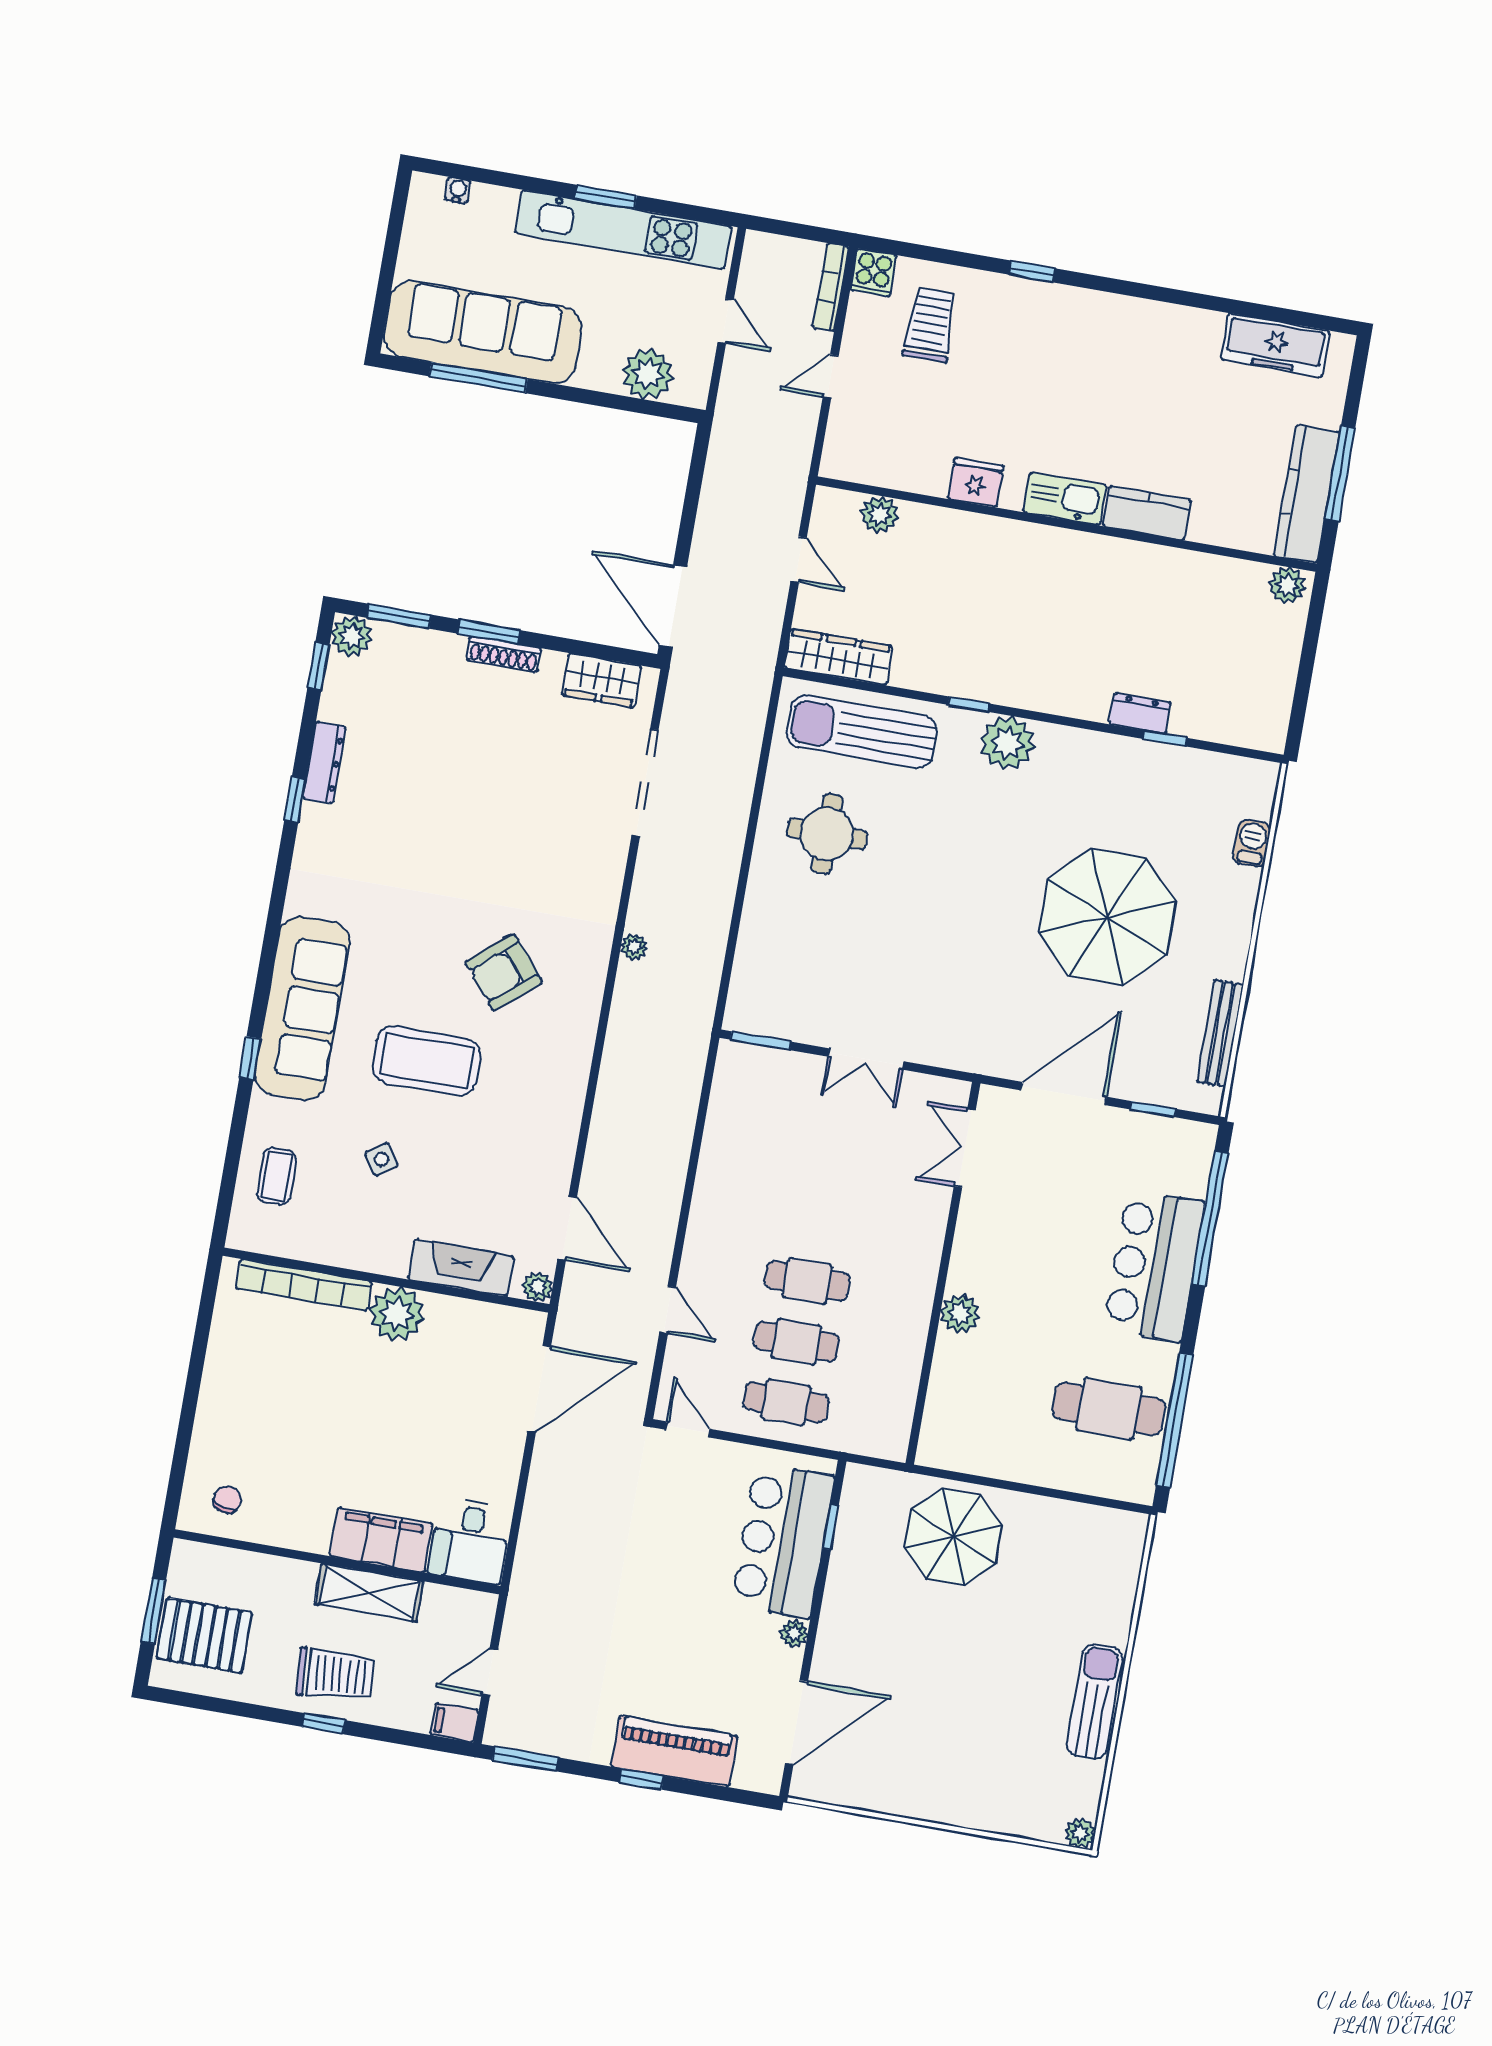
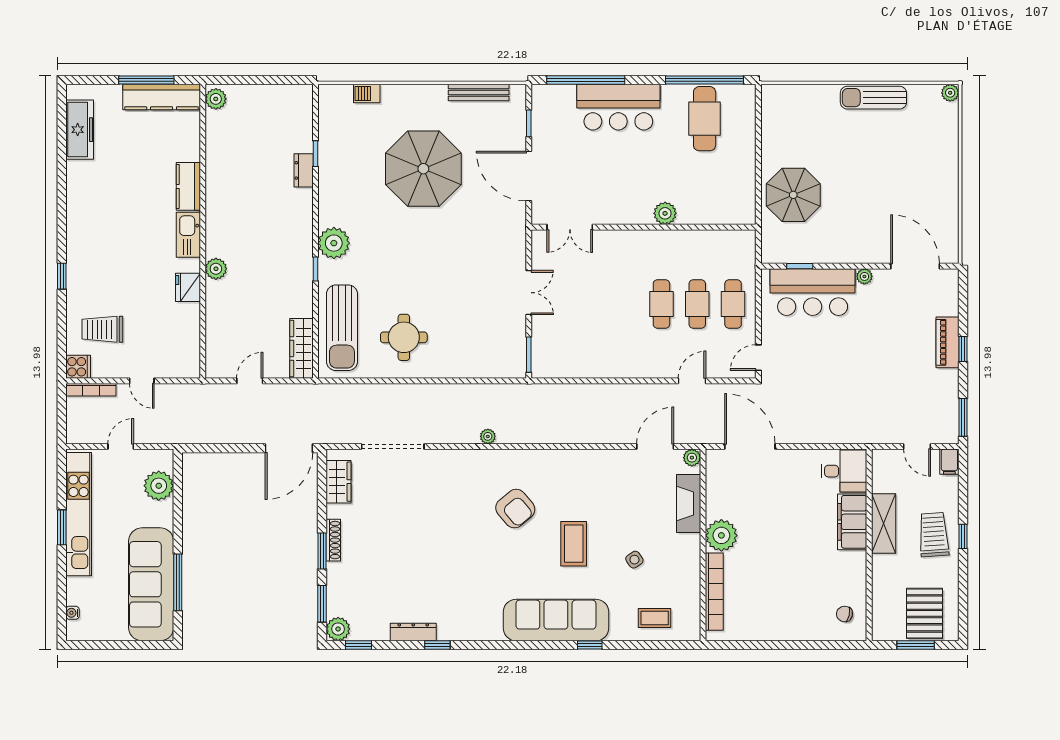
plant: (880, 515) -> (216, 269), moved
coffee table: (427, 1061) -> (574, 544), width x0.73, depth x0.76
piano: (674, 1751) -> (947, 342), width x0.73, depth x0.75

